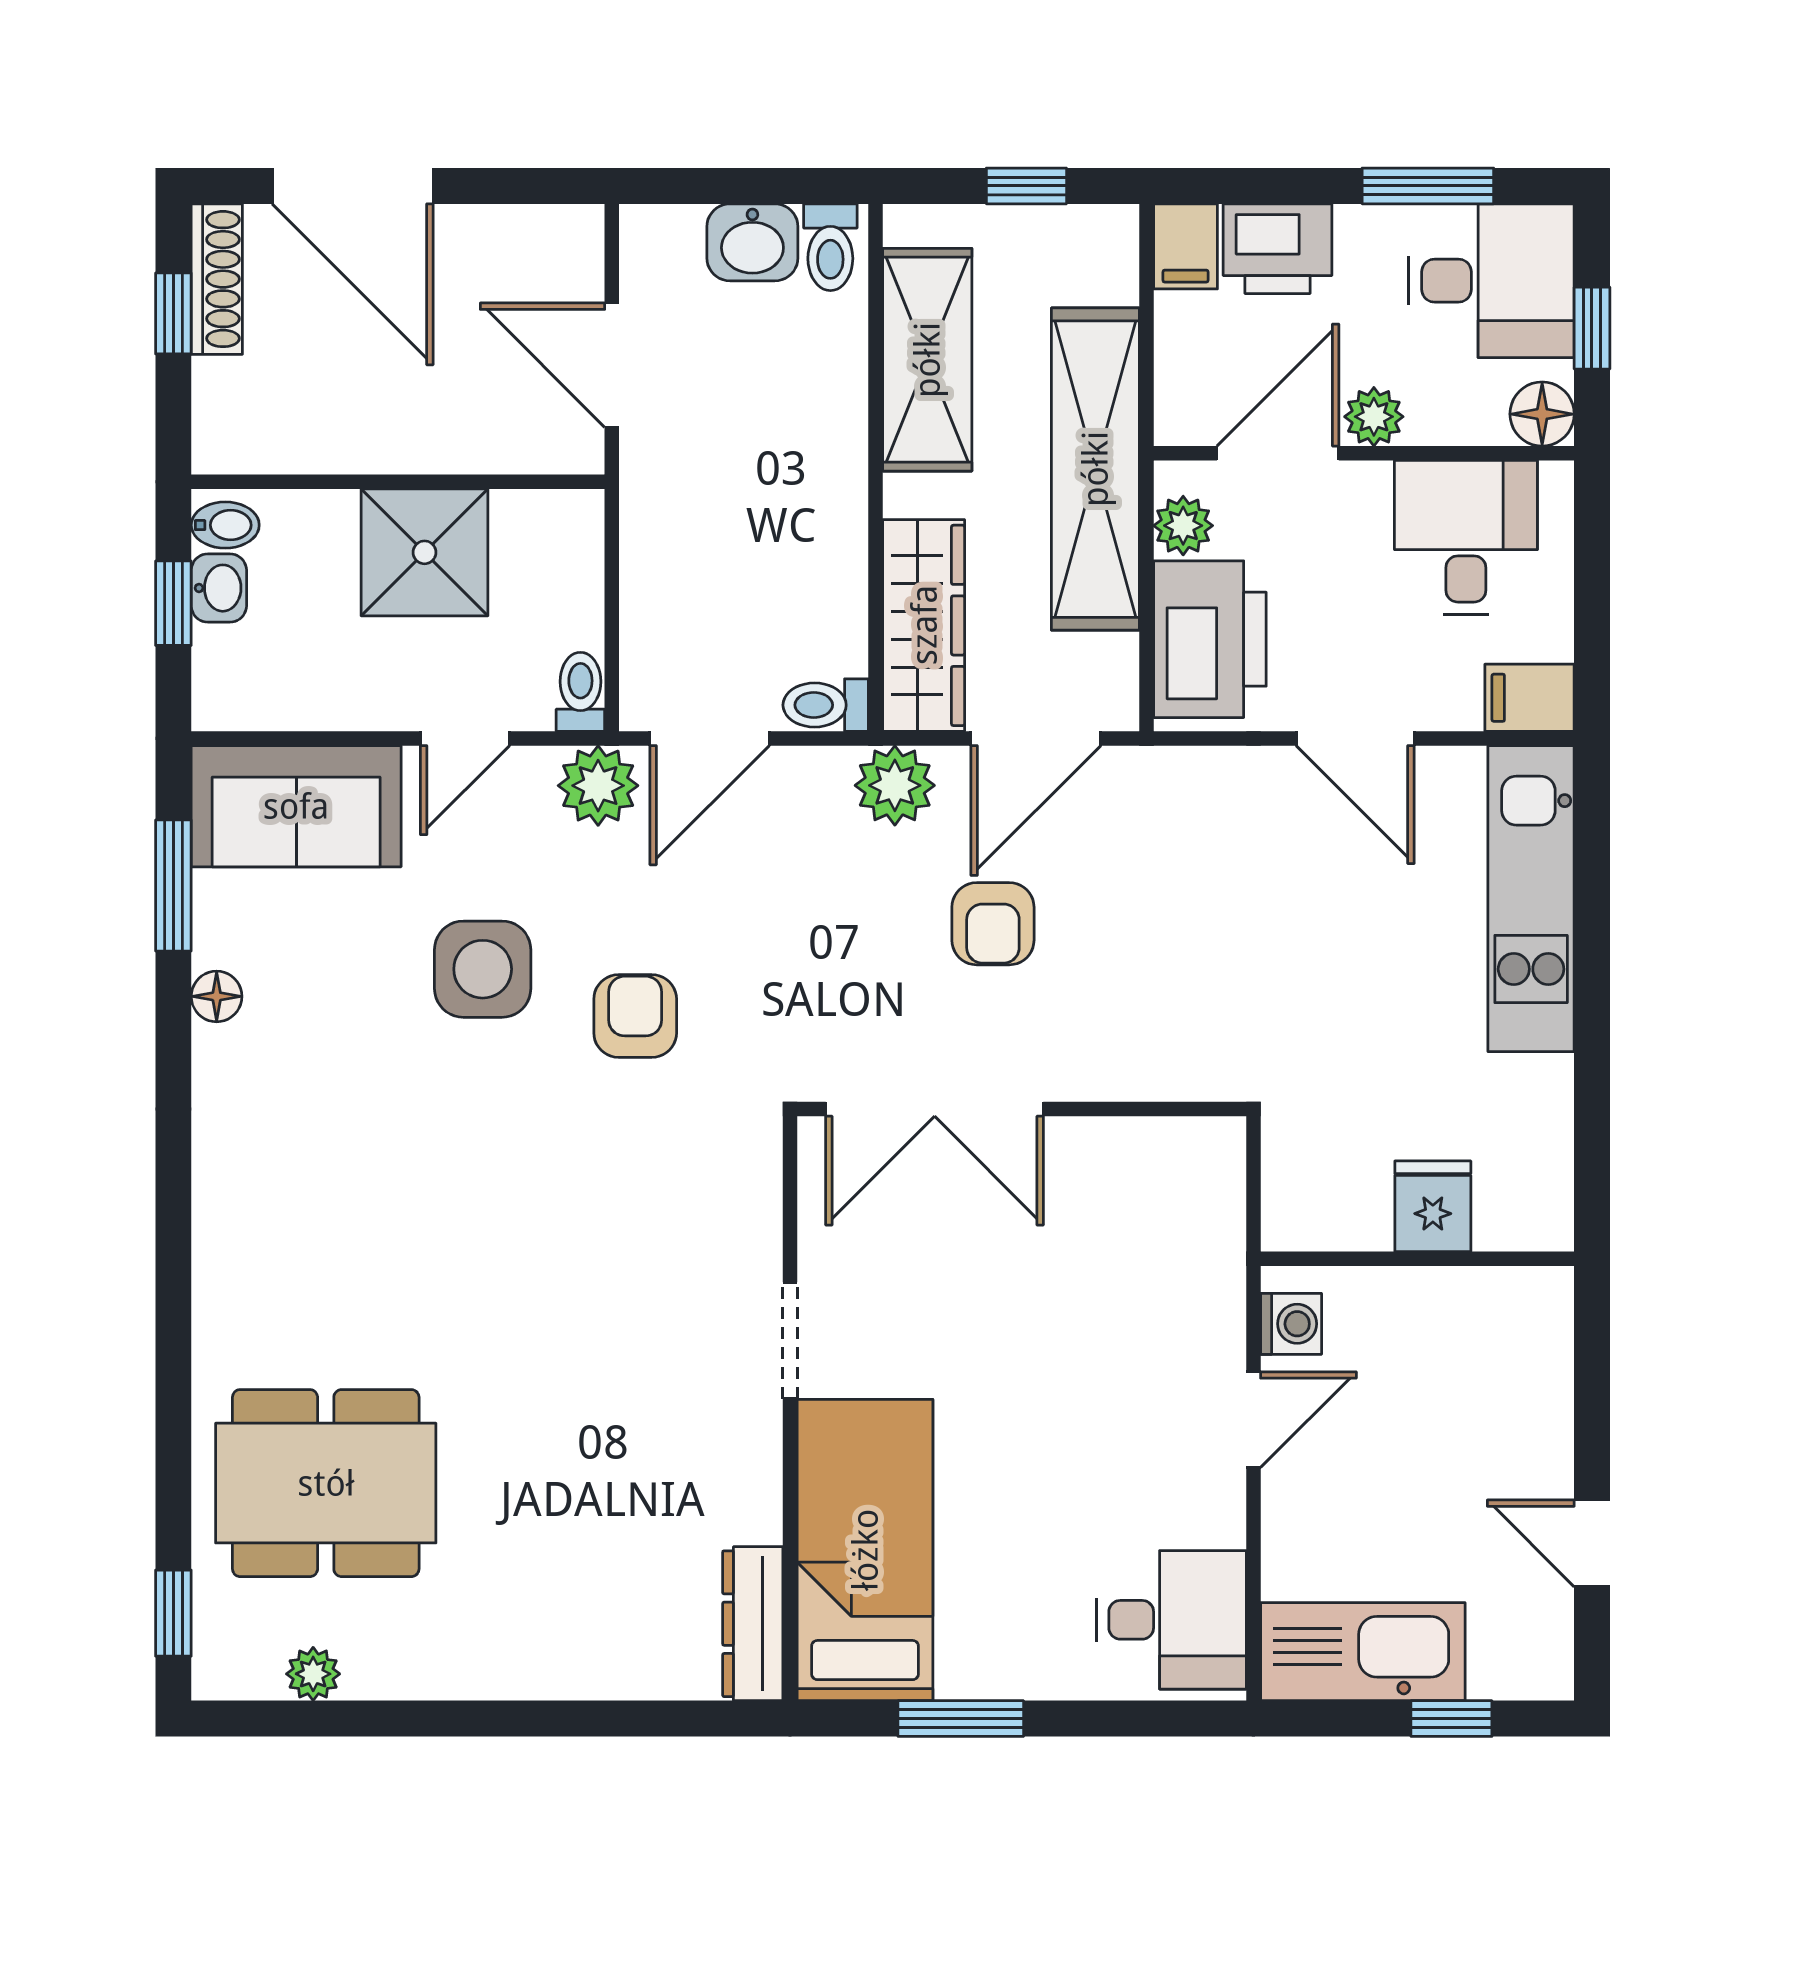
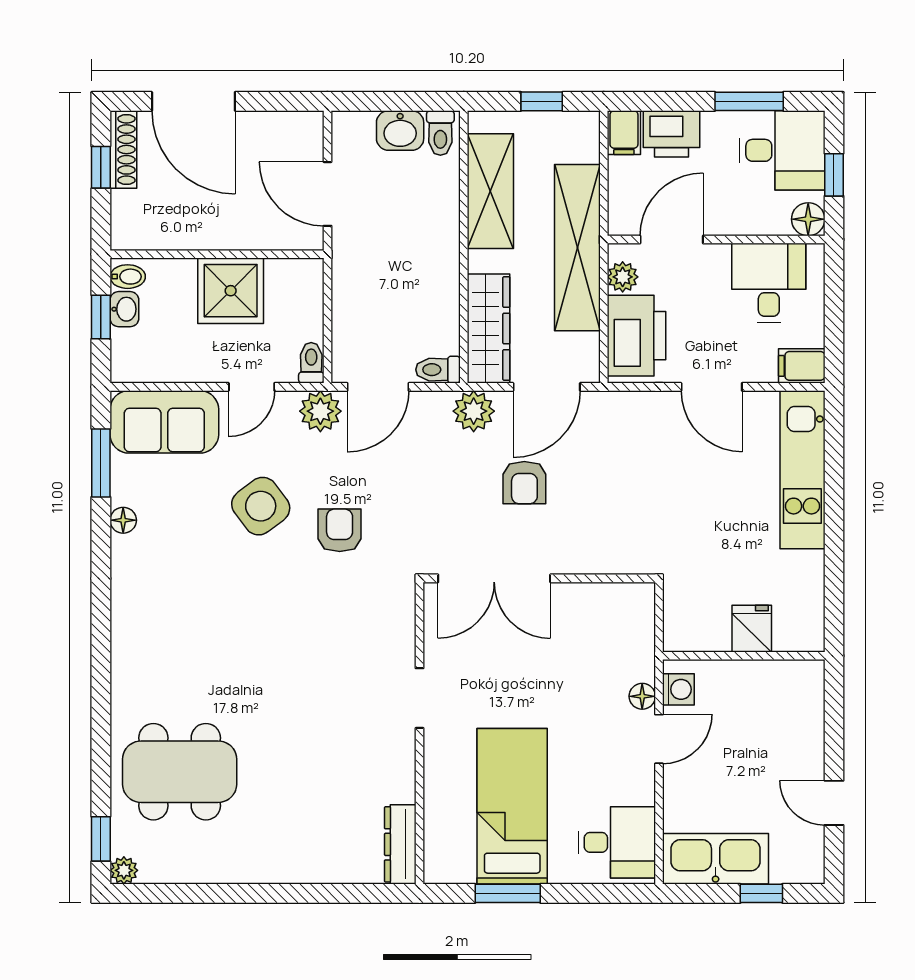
plant: (1374, 417) -> (721, 221), removed
side table: (483, 969) -> (261, 506), turned -37
floor lamp: (1221, 1337) -> (642, 696), added
bed: (865, 1550) -> (512, 806), moved
plant: (313, 1674) -> (124, 870), moved

